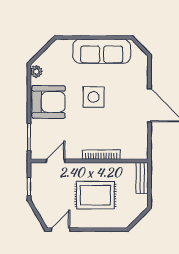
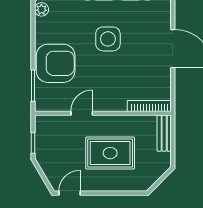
armchair: (49, 102) -> (56, 63), moved
bookcase: (101, 155) -> (149, 106), moved
door: (56, 161) -> (82, 113), moved

